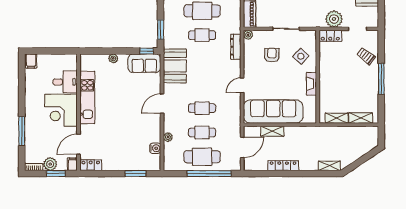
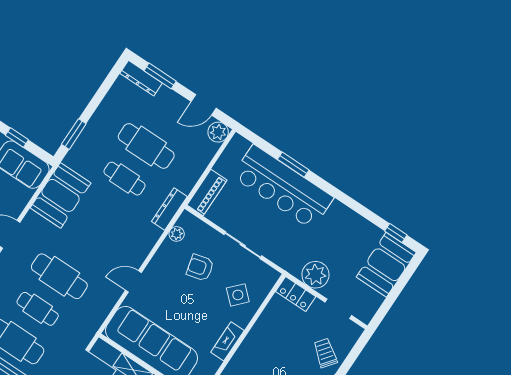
plant: (248, 35) -> (177, 234), moved
dresser: (236, 47) -> (169, 209), moved
window: (147, 51) -> (17, 137), moved
armchair: (272, 55) -> (200, 268), turned -104
cafe table: (202, 108) -> (59, 276), width x1.37, depth x1.35

